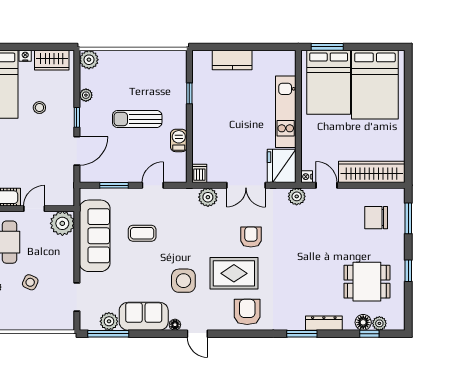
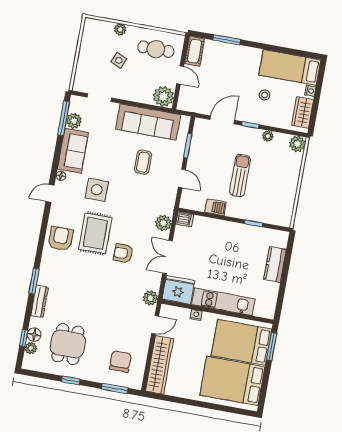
door: (77, 151) -> (222, 120), swing flipped
nightstand: (307, 177) -> (196, 315), moved
armchair: (251, 237) -> (123, 253), turned 180
armchair: (247, 312) -> (61, 239), turned -90

